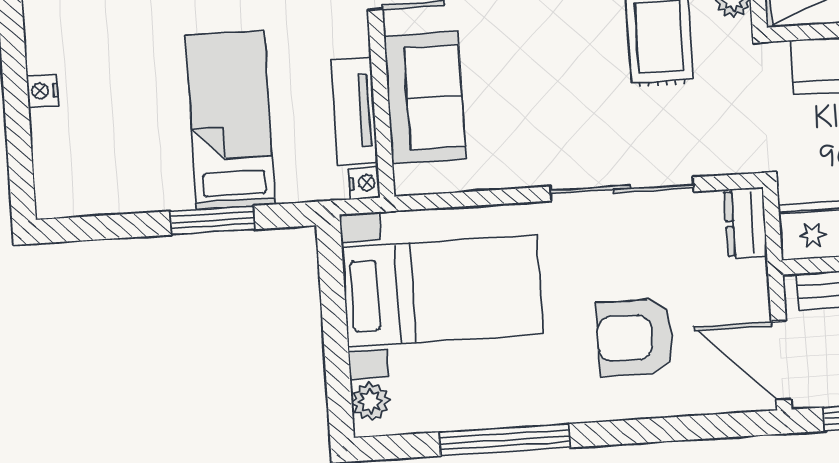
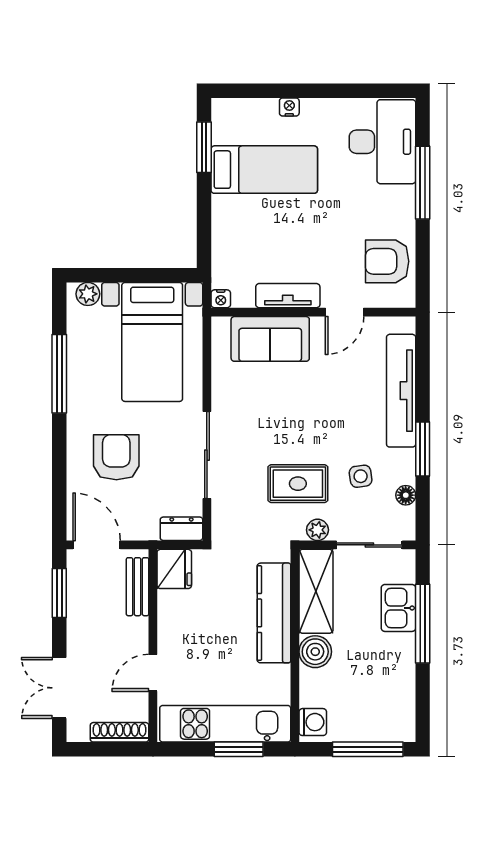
tv unit: (354, 111) -> (288, 296), moved
bed: (230, 120) -> (264, 170), moved
window: (213, 220) -> (204, 147), moved
door: (781, 360) -> (97, 545), hinge flipped

